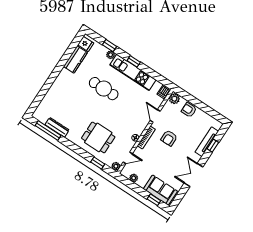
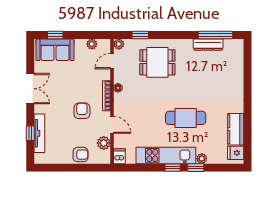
window: (109, 46) -> (196, 168), moved
plant: (174, 99) -> (104, 143), moved

